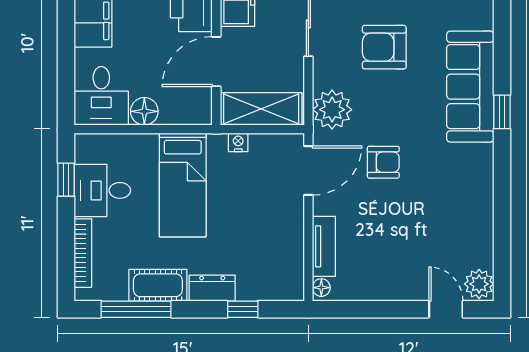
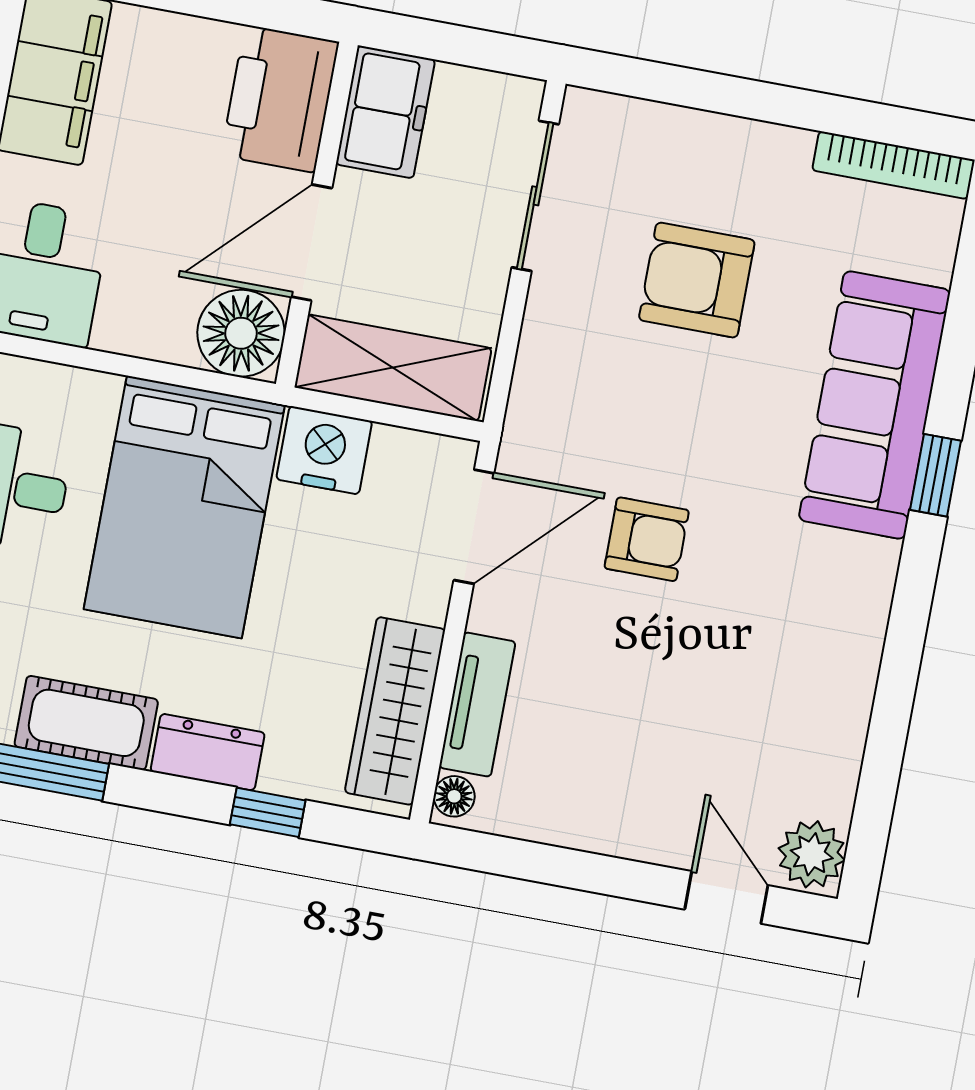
plant: (332, 110) -> (553, 399), removed
floor lamp: (144, 111) -> (241, 333), moved, width x1.38, depth x1.38
nightstand: (238, 142) -> (324, 450), width x1.89, depth x1.79
bed: (183, 185) -> (184, 507), width x1.50
wardrobe: (289, 256) -> (395, 711), added

